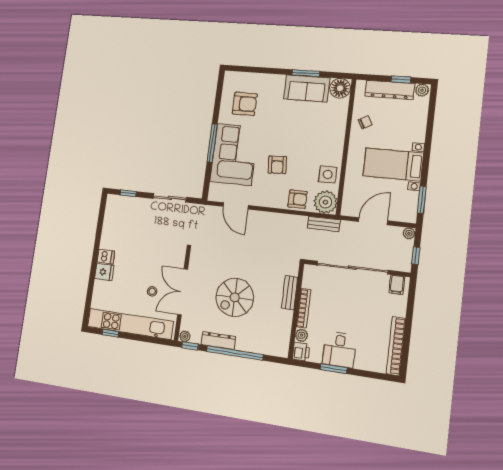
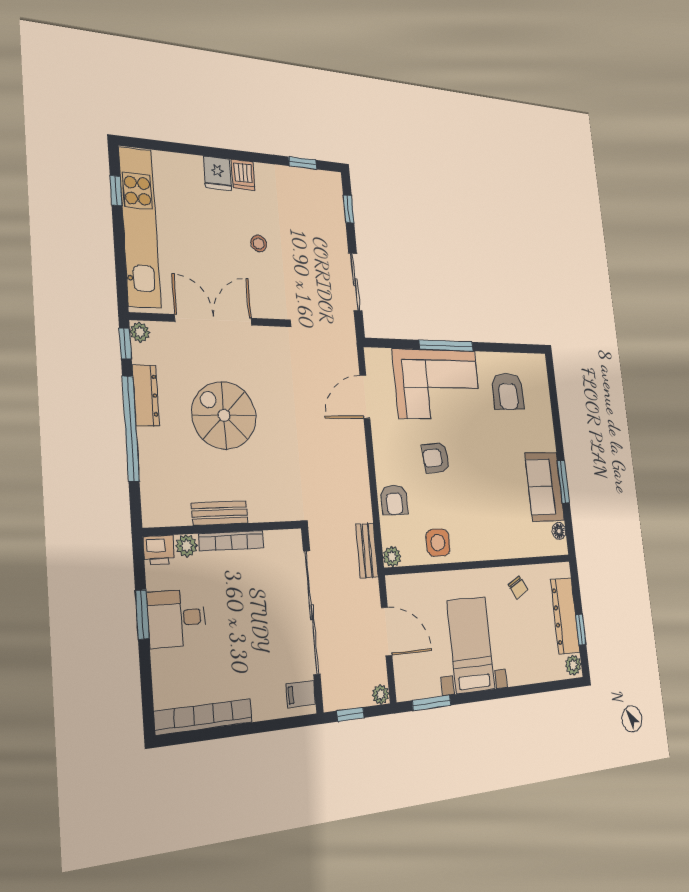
floor lamp: (340, 88) -> (559, 531), width x0.53, depth x0.53
plant: (326, 202) -> (392, 557), width x0.53, depth x0.53
window: (101, 218) -> (303, 163), added
stool: (152, 291) -> (259, 243), moved
bench: (290, 293) -> (220, 513), moved

